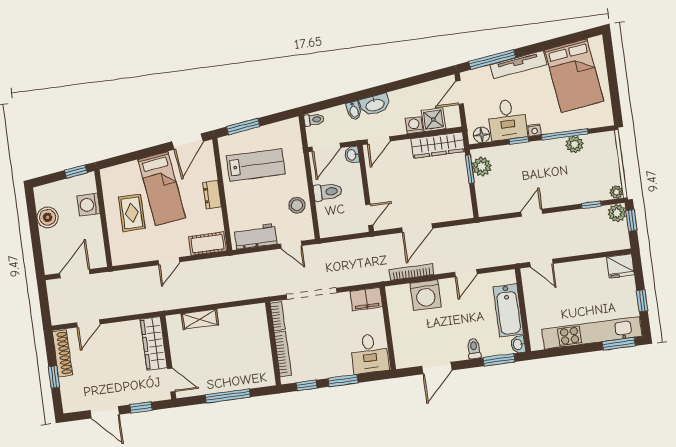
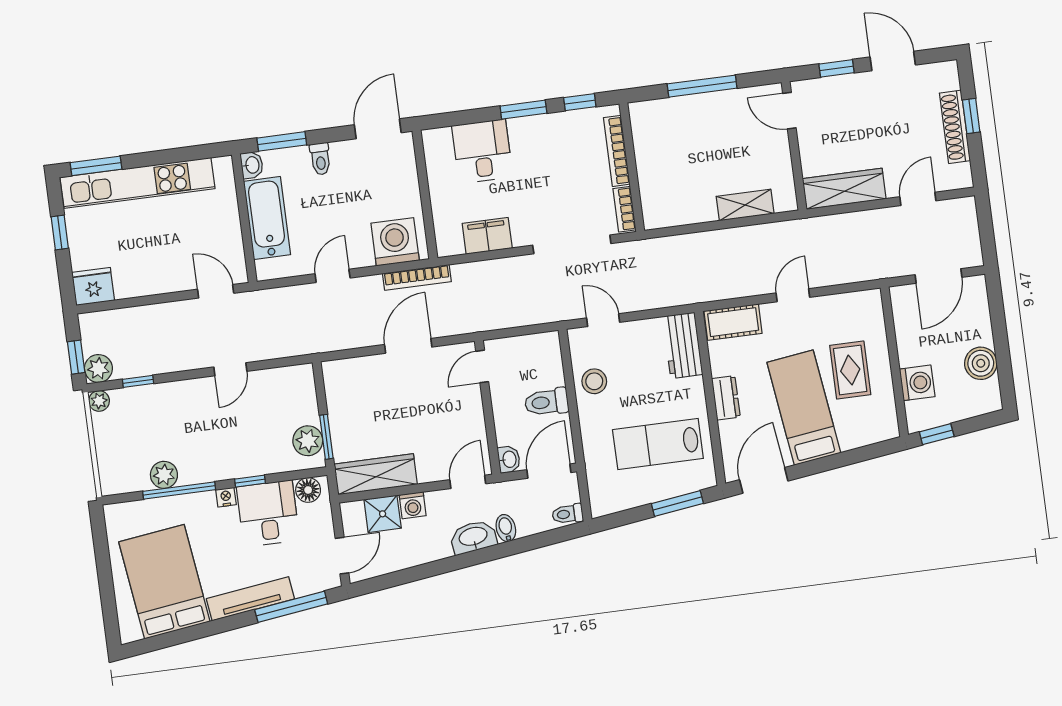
workbench: (256, 236) -> (683, 345), moved, turned 90
wall: (388, 328) -> (425, 194), moved
wardrobe: (154, 343) -> (844, 189), moved, turned -90
shoe rack: (62, 353) -> (955, 127), moved

